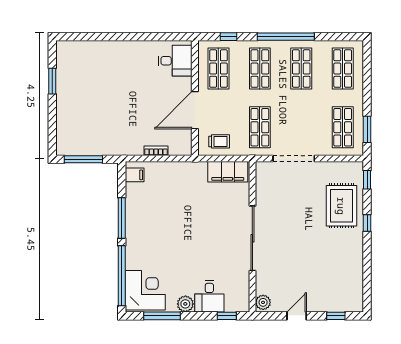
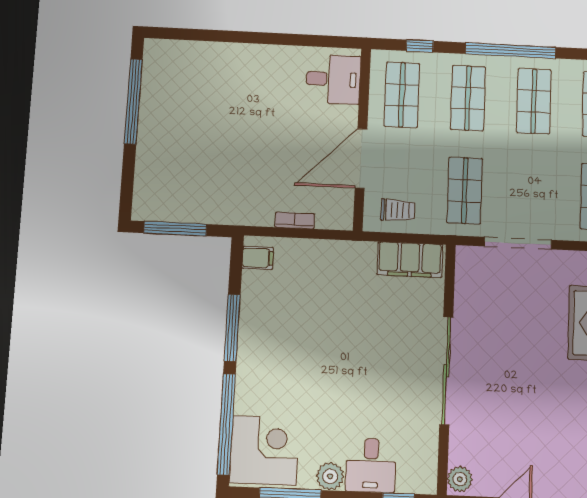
window: (52, 81) -> (133, 101), width x2.11

